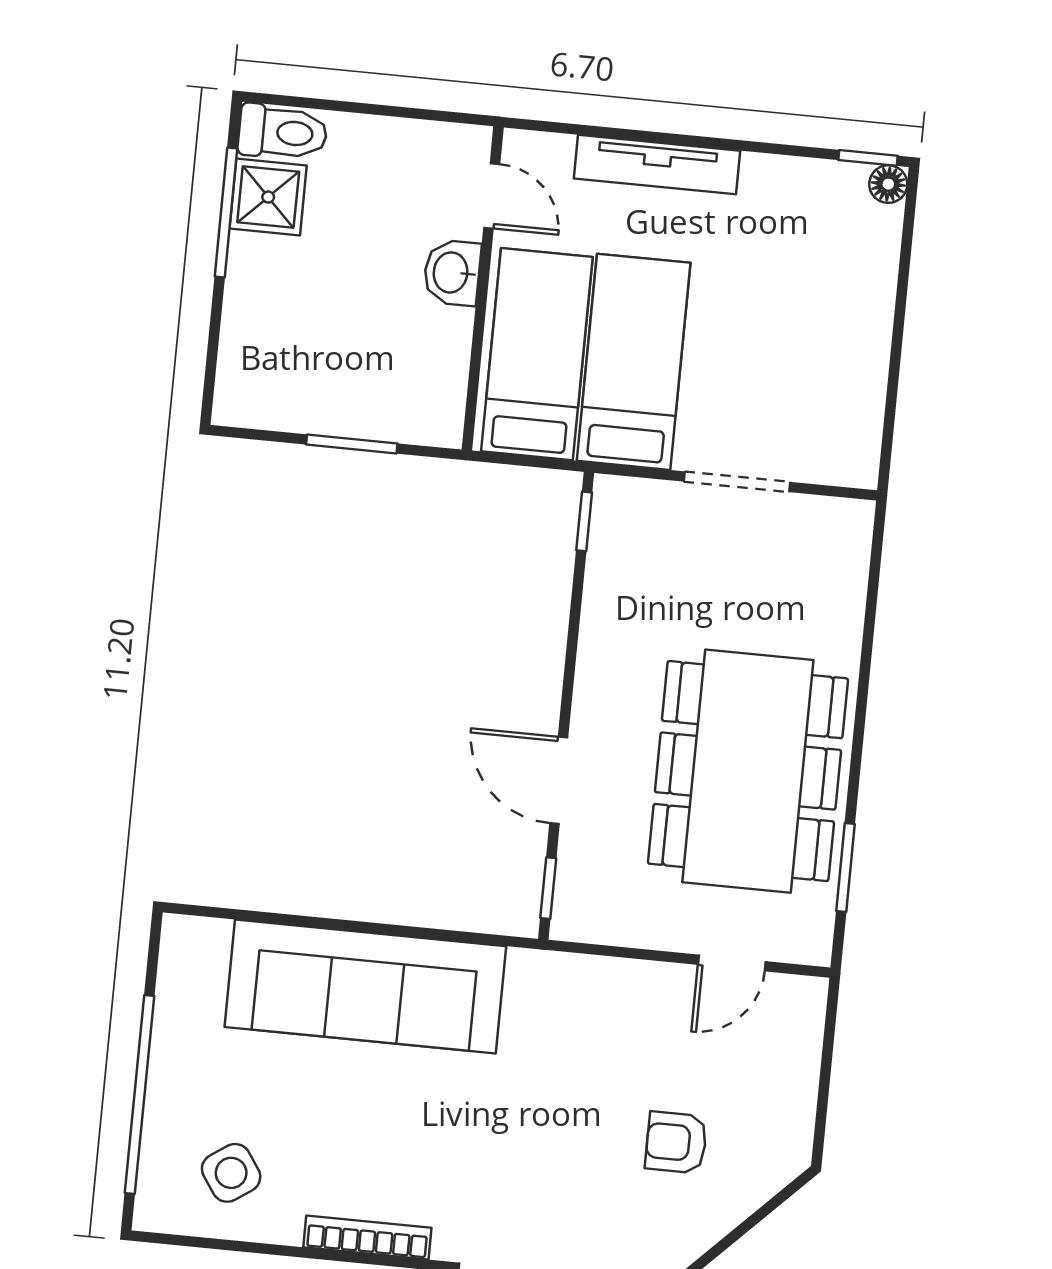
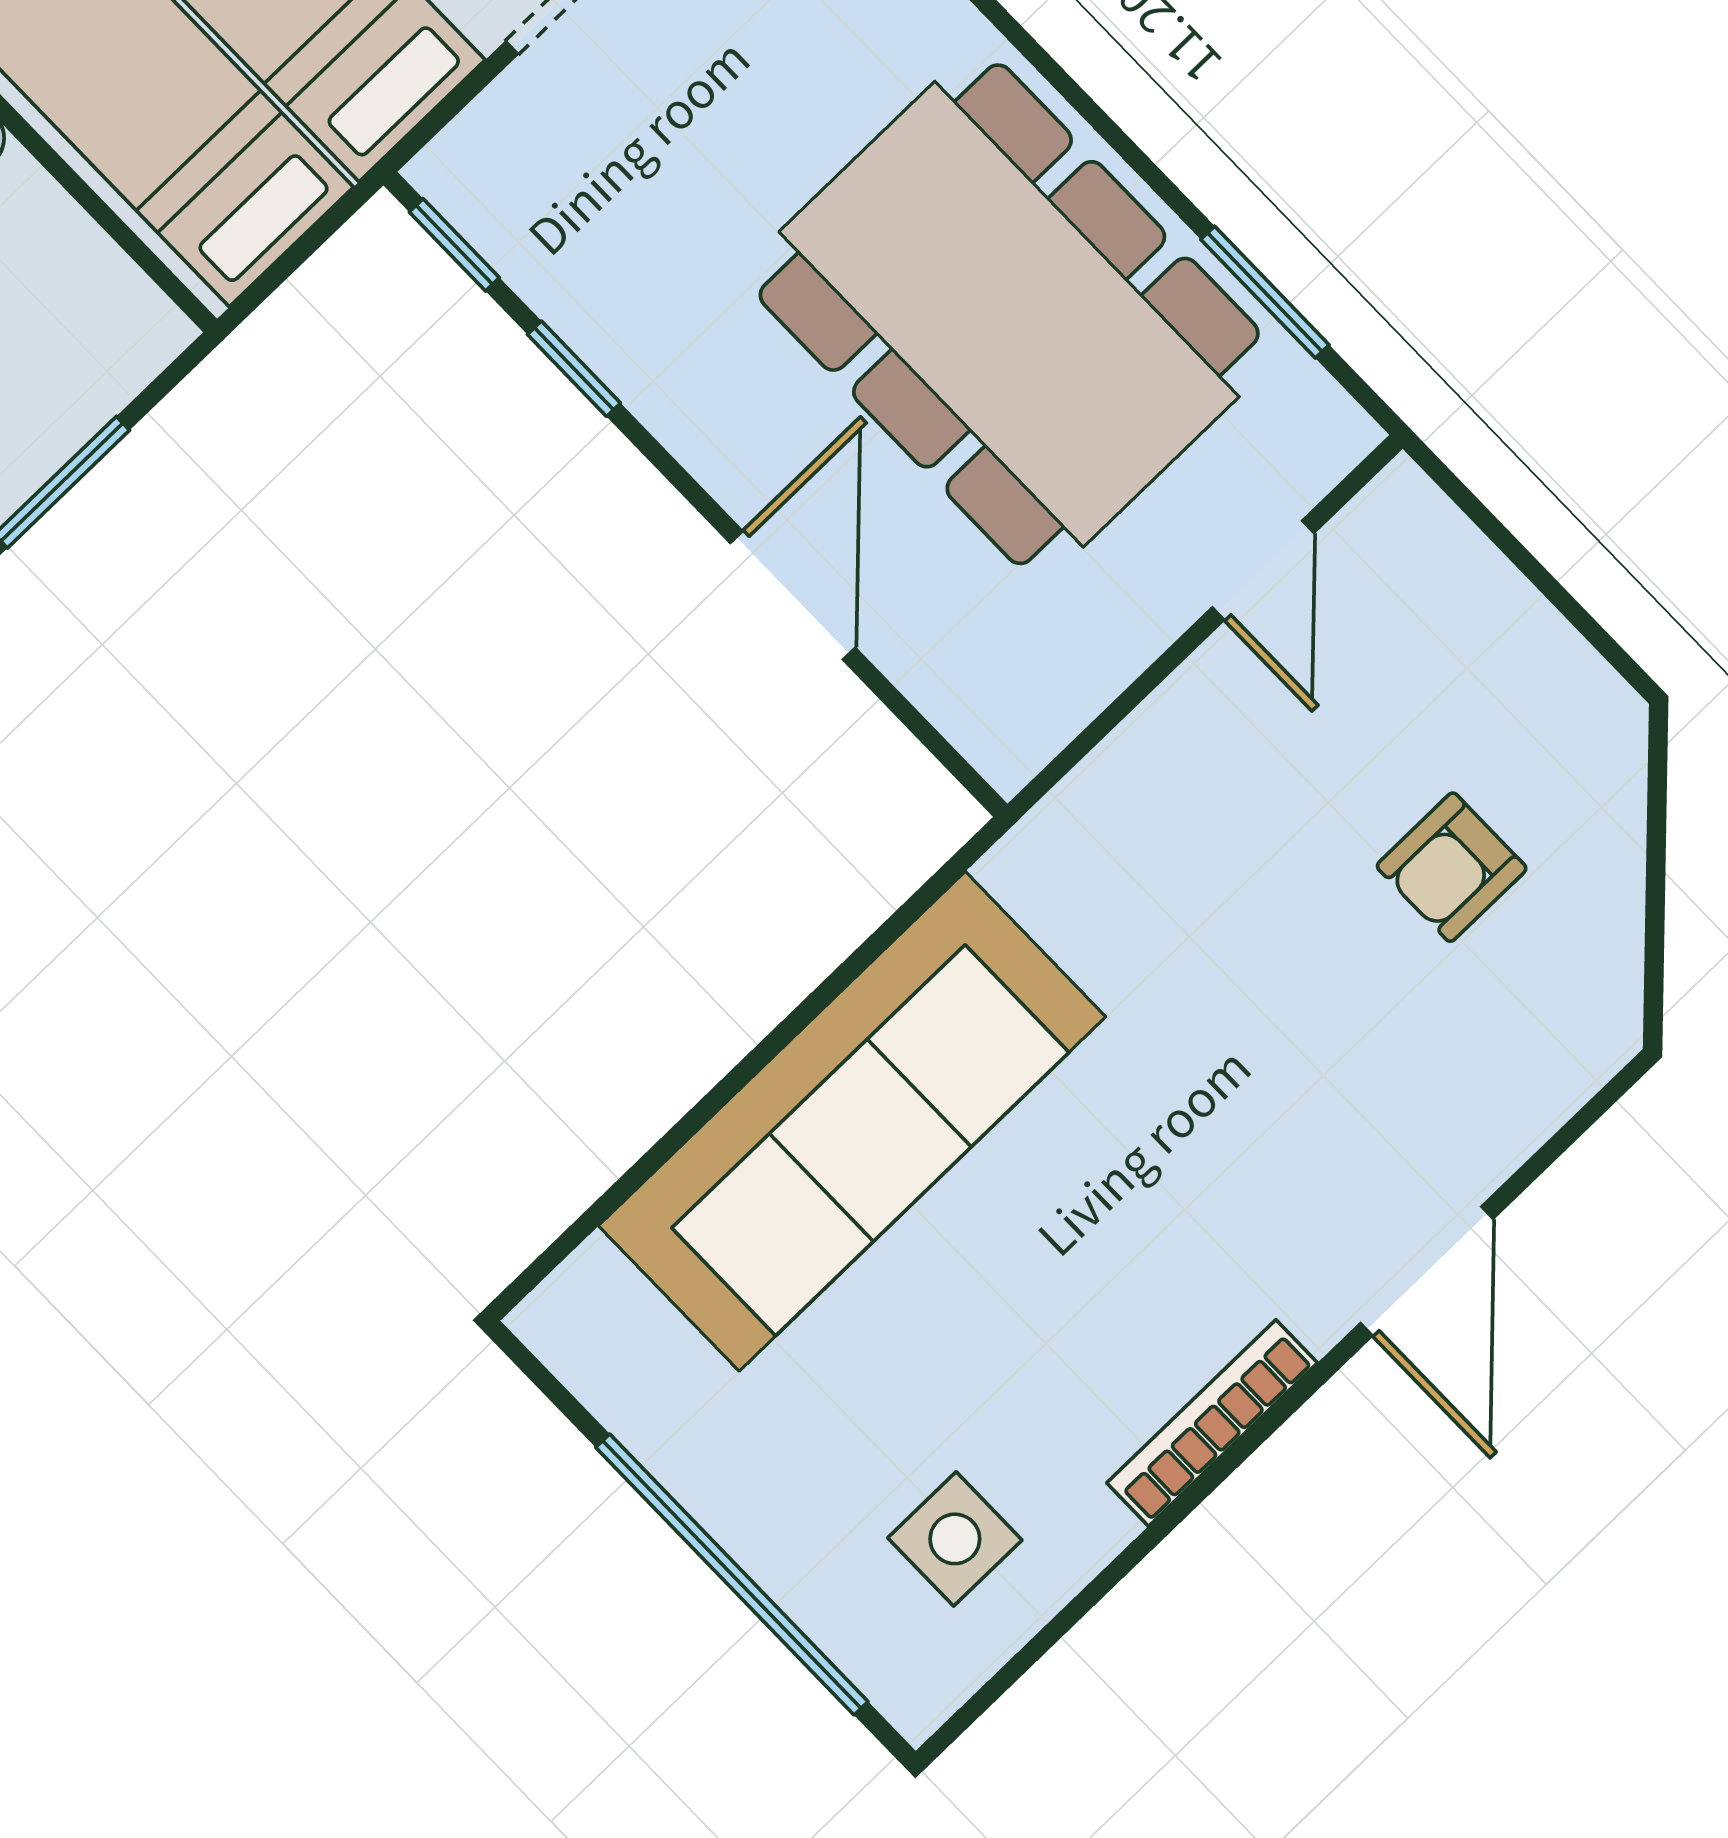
door: (559, 780) -> (793, 595), swing flipped
window: (548, 888) -> (574, 369), moved
side table: (231, 1173) -> (955, 1539), turned 34

